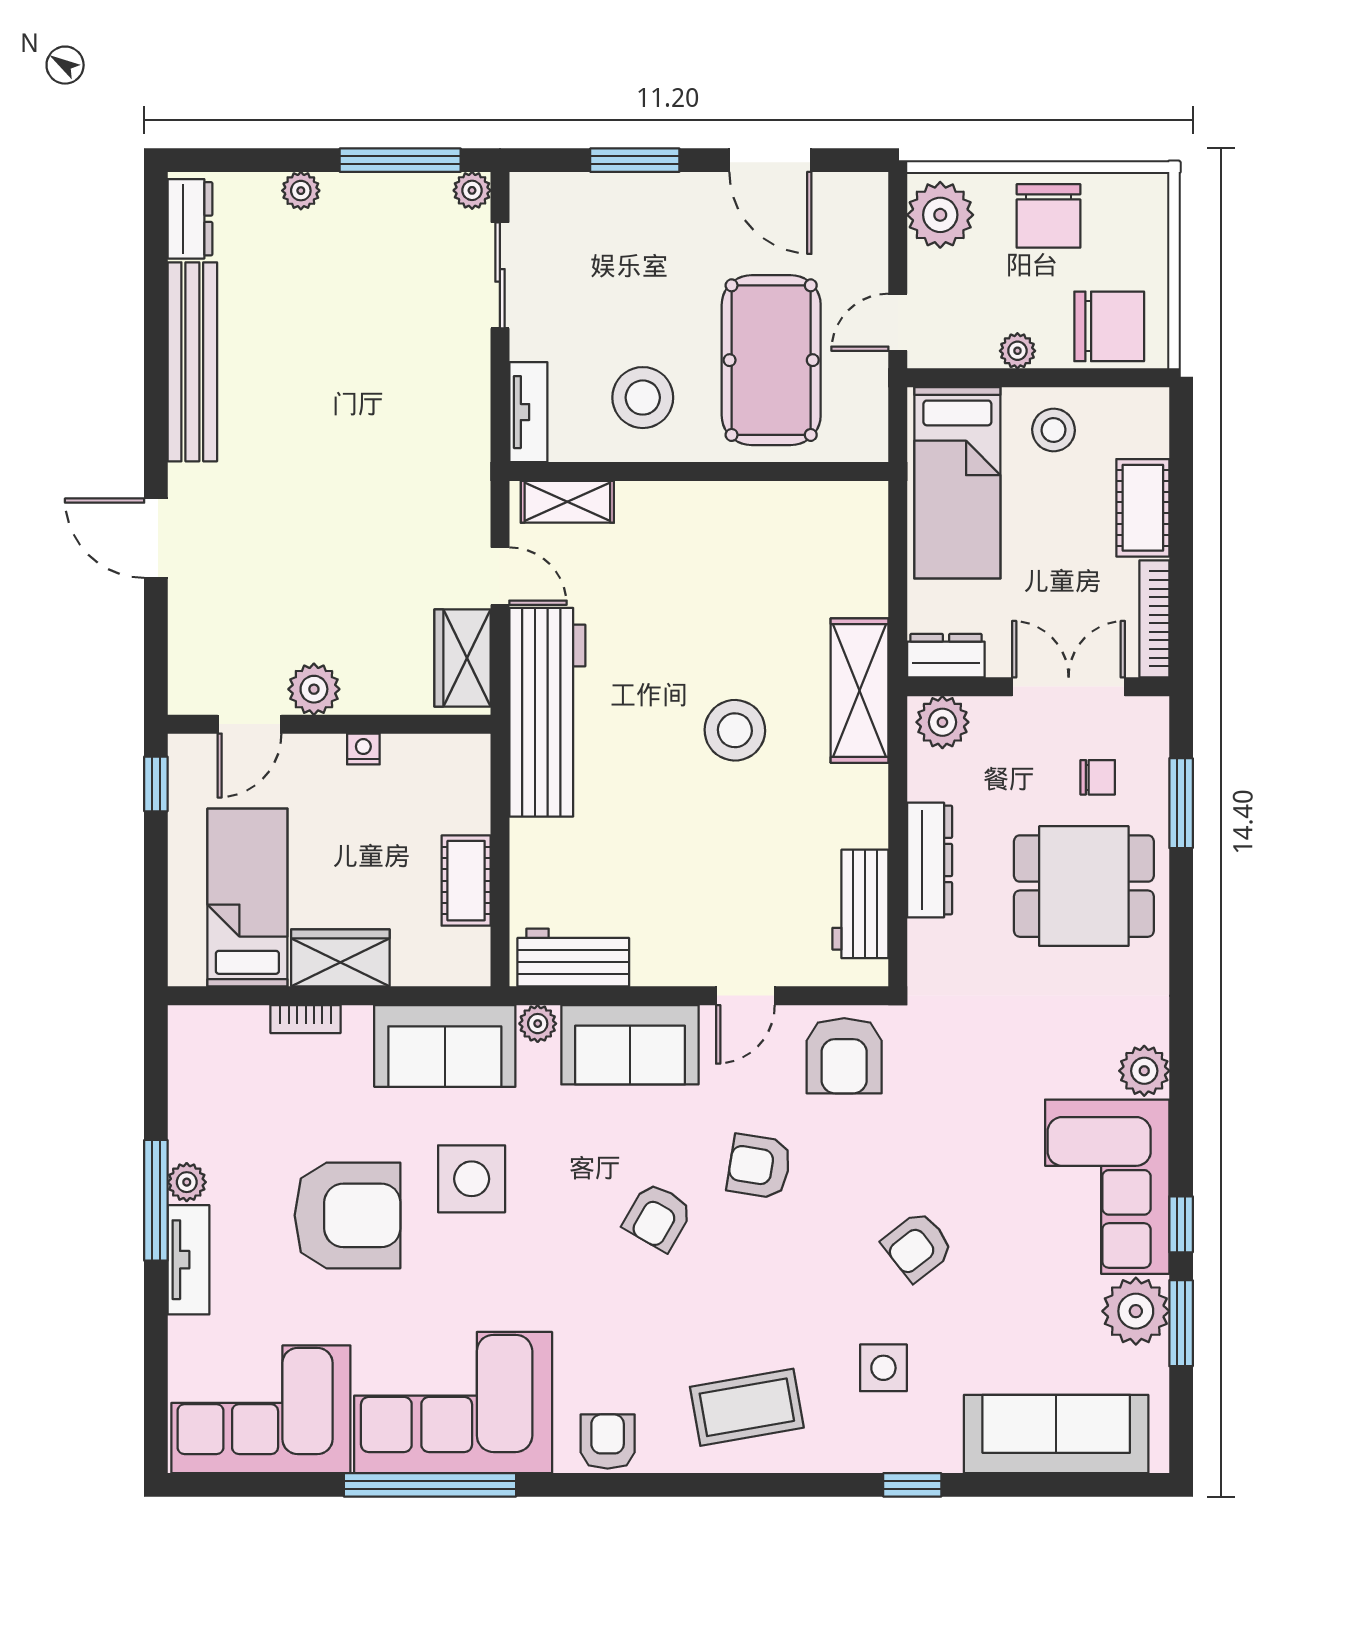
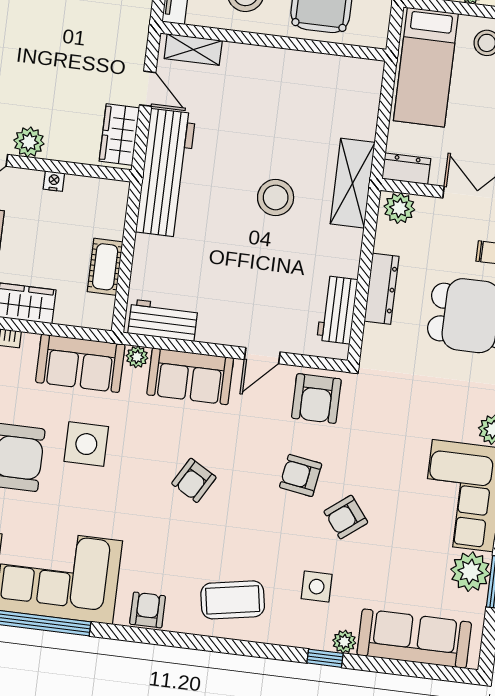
armchair: (759, 1166) -> (301, 475), moved
plant: (941, 1454) -> (344, 642), added

